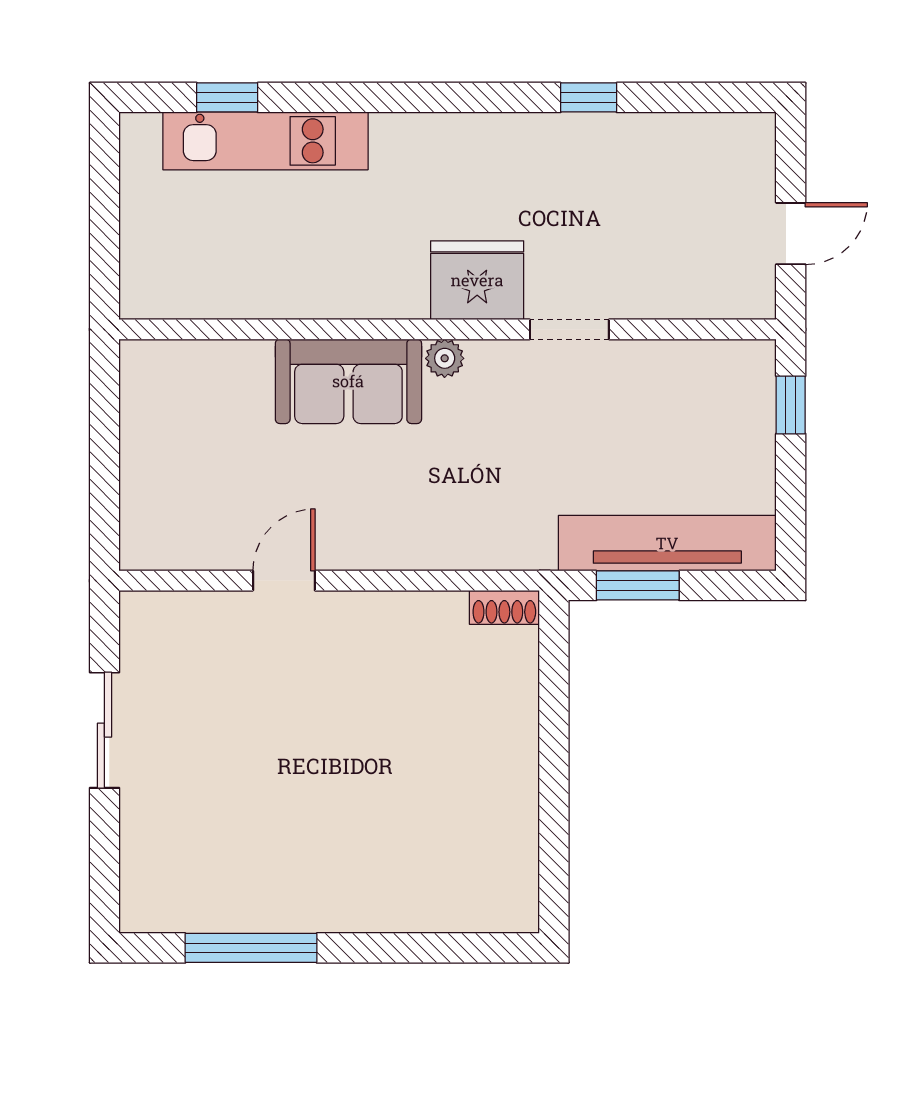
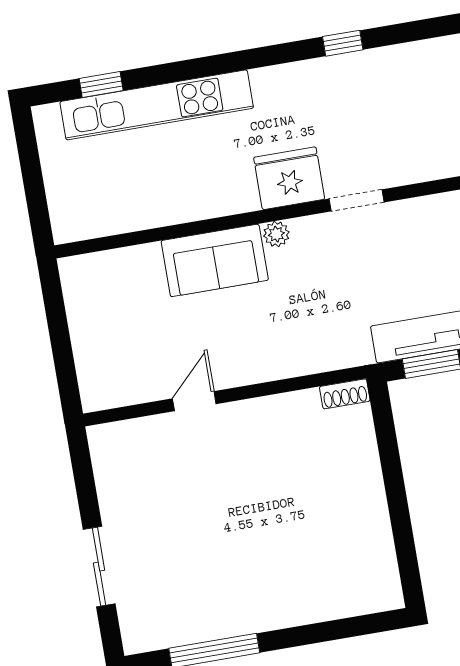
kitchen unit: (265, 141) -> (157, 105), width x1.36
sliding door: (104, 730) -> (99, 567), moved

